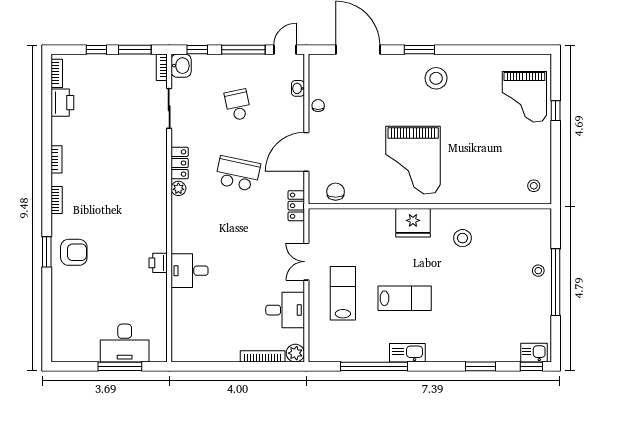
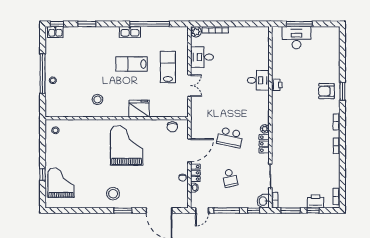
printer: (62, 103) -> (316, 201), moved, turned 90
locker: (296, 206) -> (195, 173), moved
fridge: (413, 223) -> (139, 109), moved
lab bench: (343, 293) -> (168, 67), turned 180

